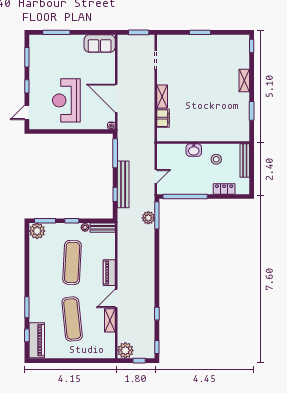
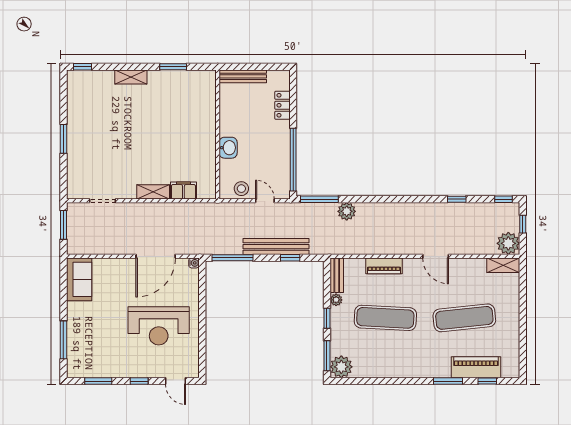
stool: (216, 159) -> (241, 189), moved
plant: (148, 218) -> (347, 211), moved
piano: (109, 273) -> (384, 266), moved
shelving: (110, 320) -> (503, 265), moved
piano: (37, 340) -> (476, 367), moved

